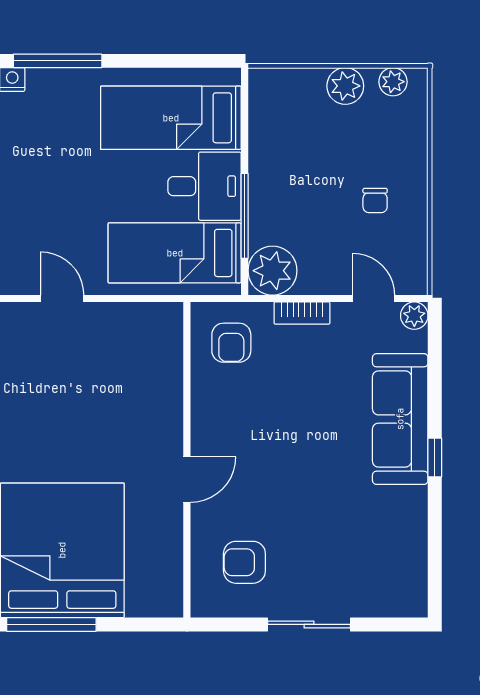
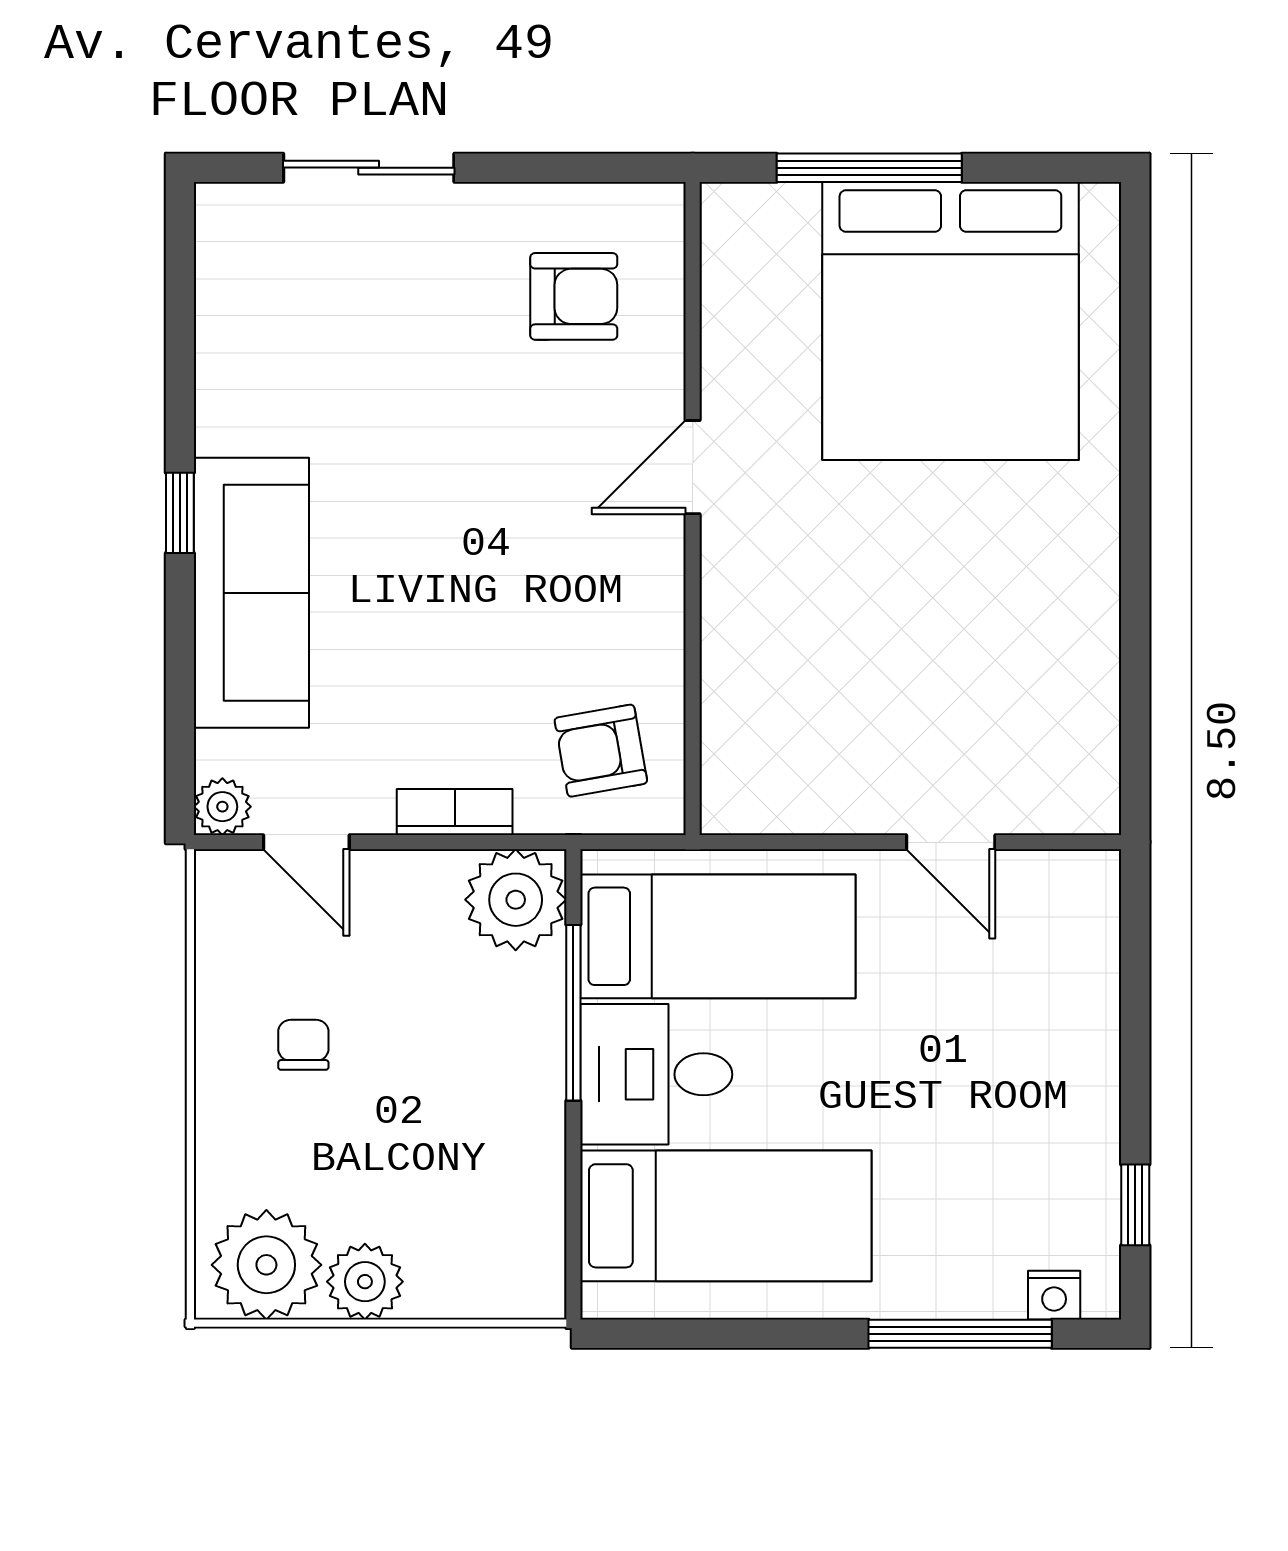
plant: (393, 82) -> (266, 1265), width x1.87, depth x1.87
armchair: (231, 343) -> (601, 751), turned -100
window: (51, 624) -> (869, 168), moved
sliding door: (309, 624) -> (369, 168), moved

